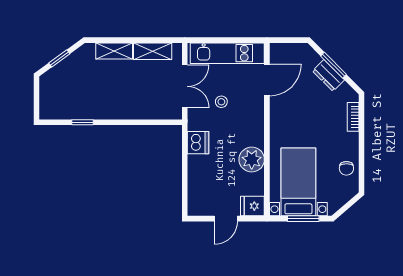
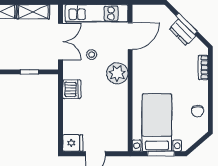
window: (148, 122) -> (29, 72), added
plant: (252, 160) -> (117, 73), moved
fridge: (252, 206) -> (73, 143), moved, turned 180

